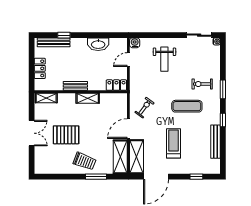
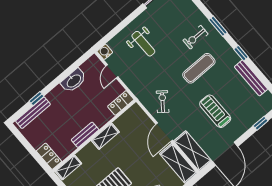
locker: (40, 68) -> (49, 156), moved

